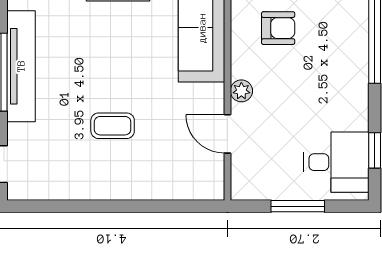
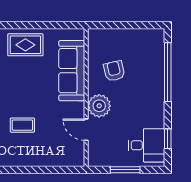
armchair: (278, 28) -> (114, 71), turned -103
plant: (241, 91) -> (99, 106), width x1.88, depth x1.88

